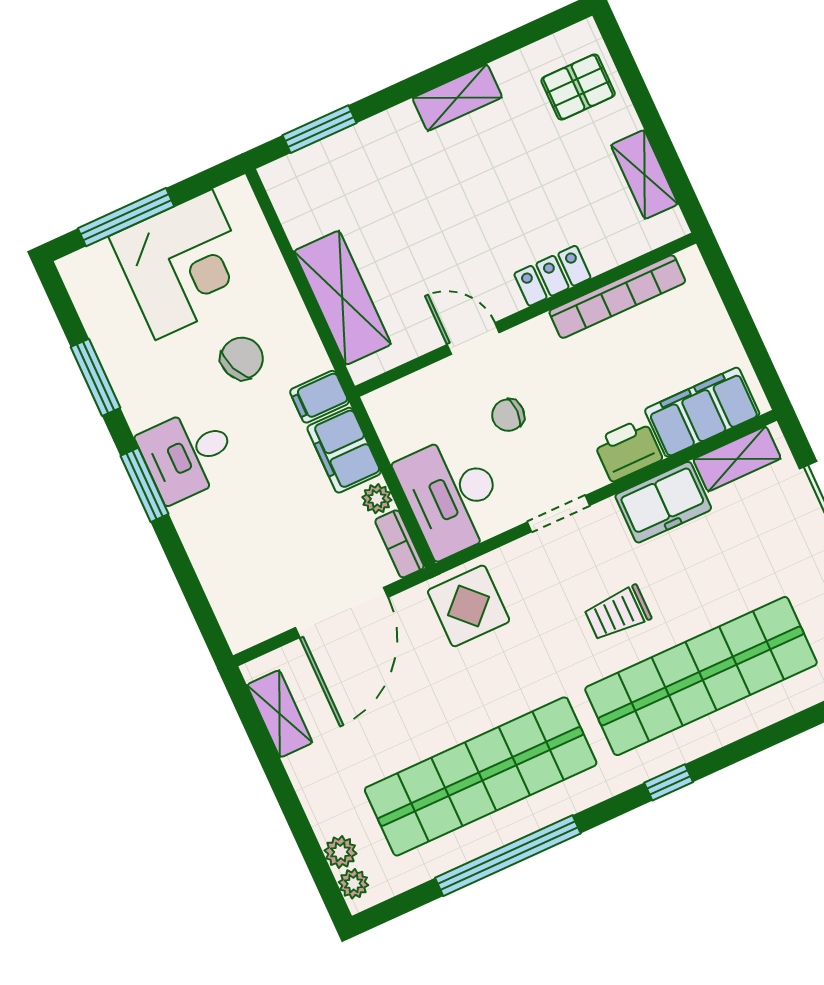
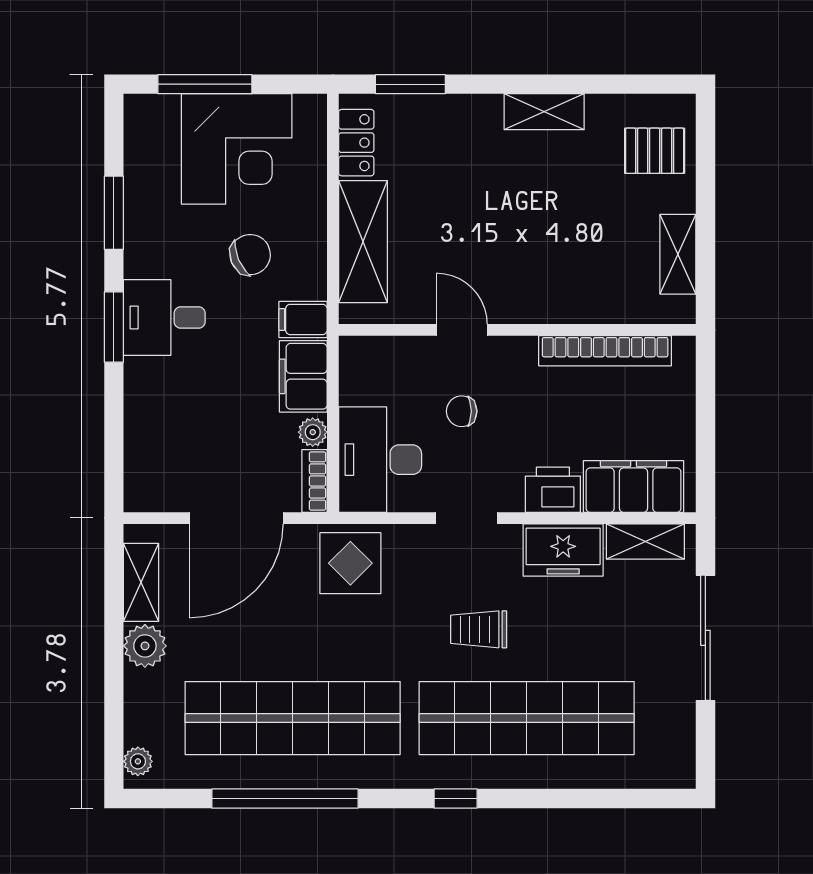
locker: (552, 276) -> (356, 143), moved, turned 90
plant: (340, 852) -> (145, 646), moved, width x1.38, depth x1.38

